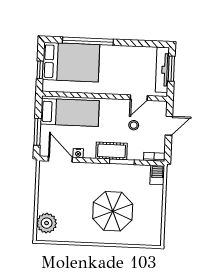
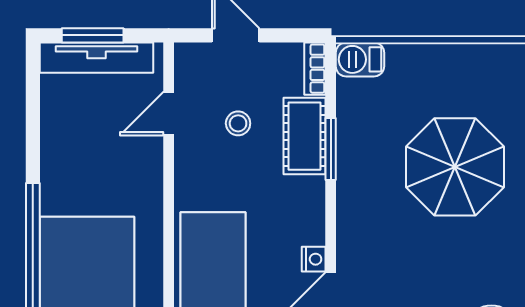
door: (139, 98) -> (169, 114), swing flipped
cot: (112, 151) -> (305, 136), moved

